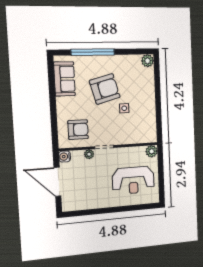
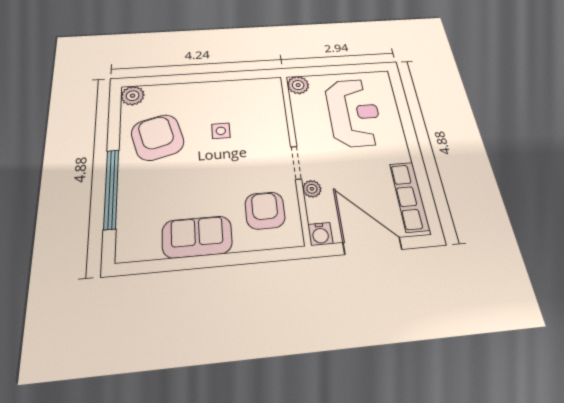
sofa: (64, 79) -> (197, 237), moved
armchair: (105, 89) -> (158, 137), moved
door: (57, 182) -> (372, 246), swing flipped
row of seats: (83, 204) -> (409, 196), added

